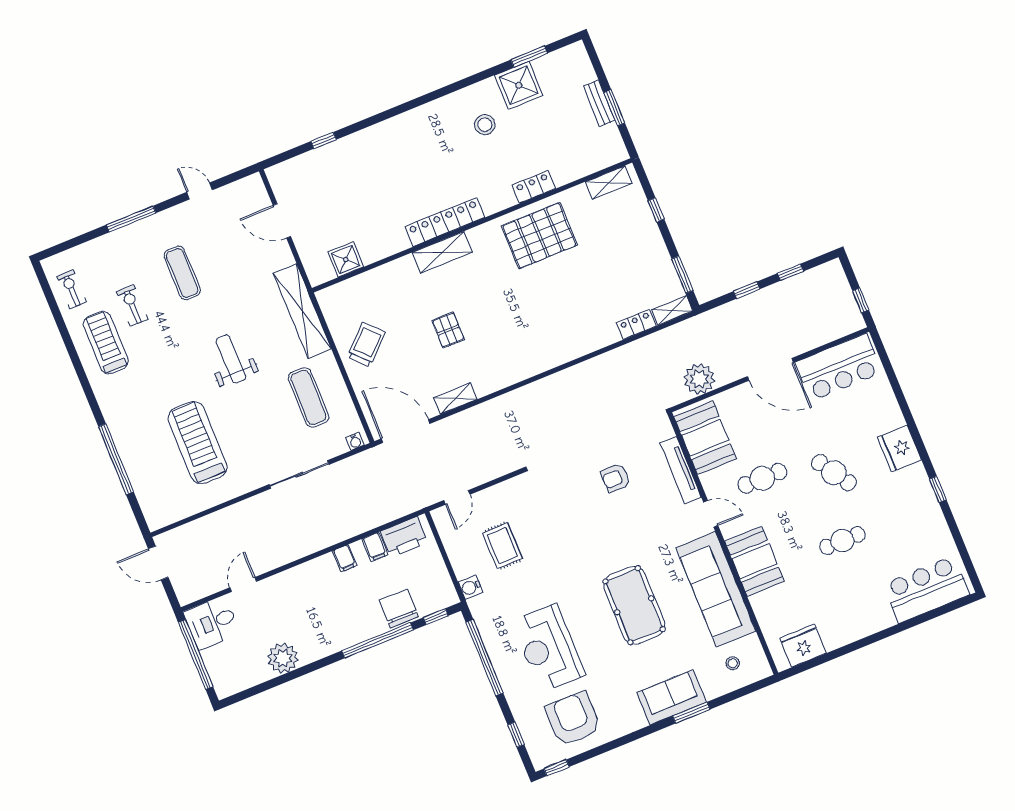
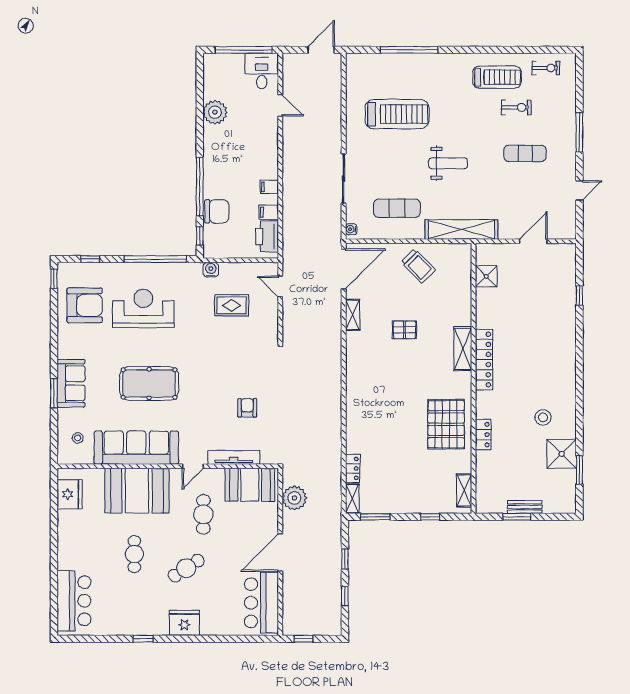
booth: (754, 561) -> (137, 491), width x1.36, depth x1.42

